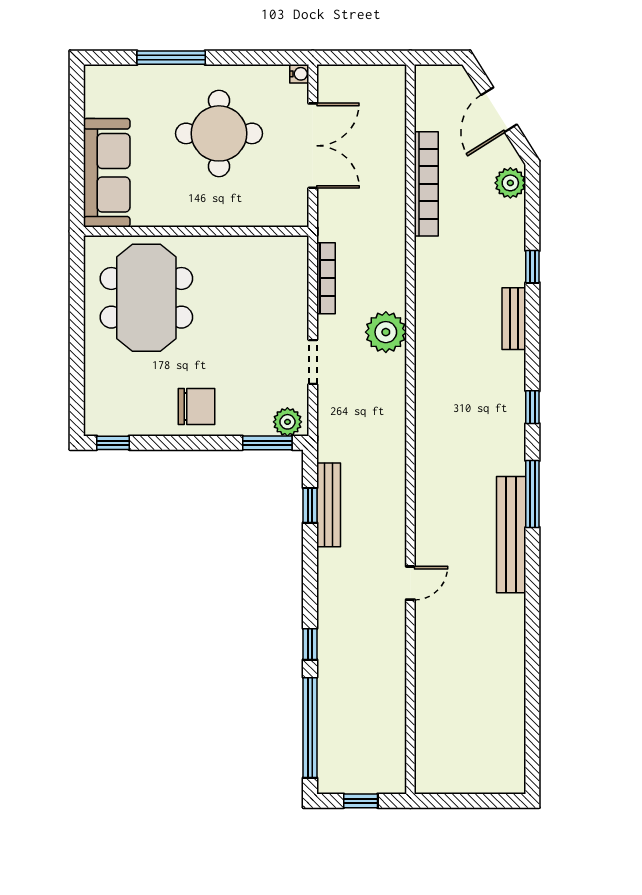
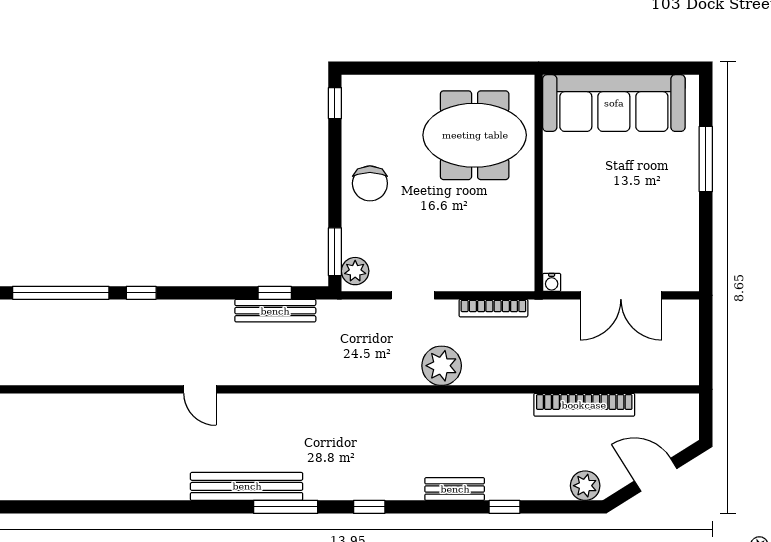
water cooler: (299, 74) -> (552, 282), moved
round table: (219, 133) -> (633, 205), removed
sofa: (107, 173) -> (614, 103), width x1.36, depth x1.27

